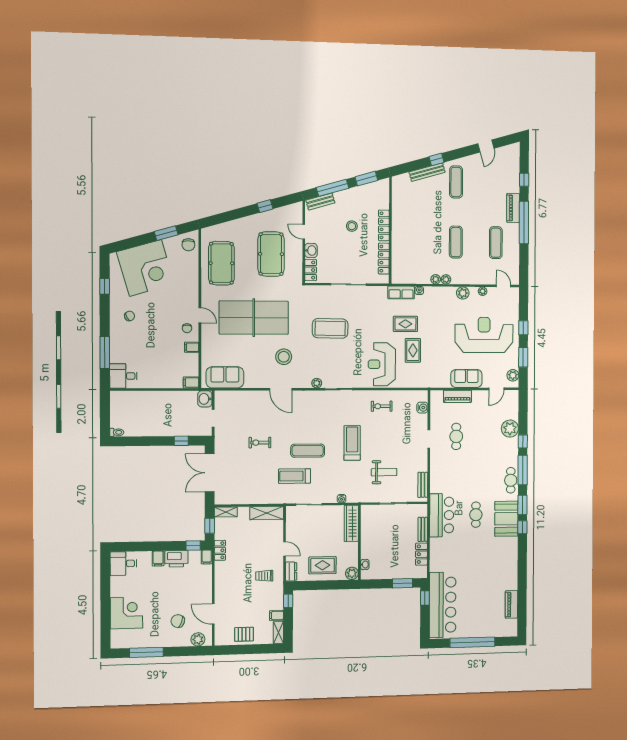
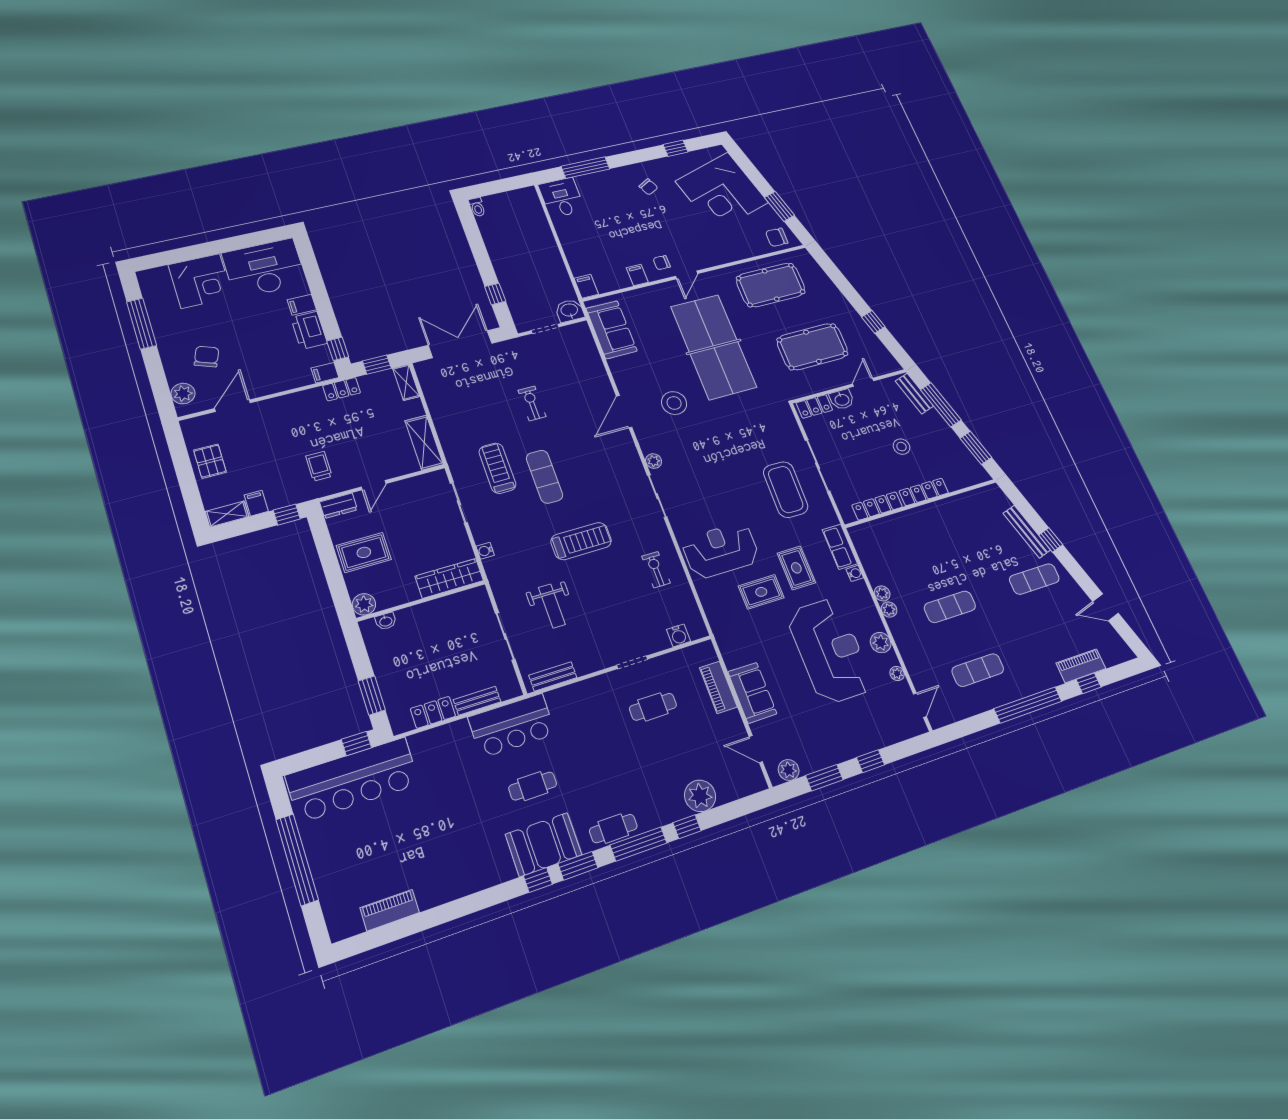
piano: (513, 208) -> (1081, 666), moved
coffee table: (330, 328) -> (786, 490), moved
reception desk: (484, 335) -> (830, 651), moved
desk: (123, 564) -> (264, 268), width x1.87, depth x1.30
rug: (323, 565) -> (364, 552), turned 90

